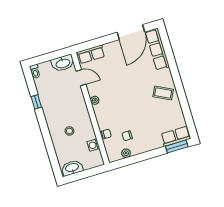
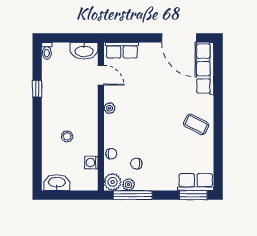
door: (131, 32) -> (179, 38), hinge flipped
plant: (114, 155) -> (113, 182), added
window: (132, 160) -> (133, 195), added

